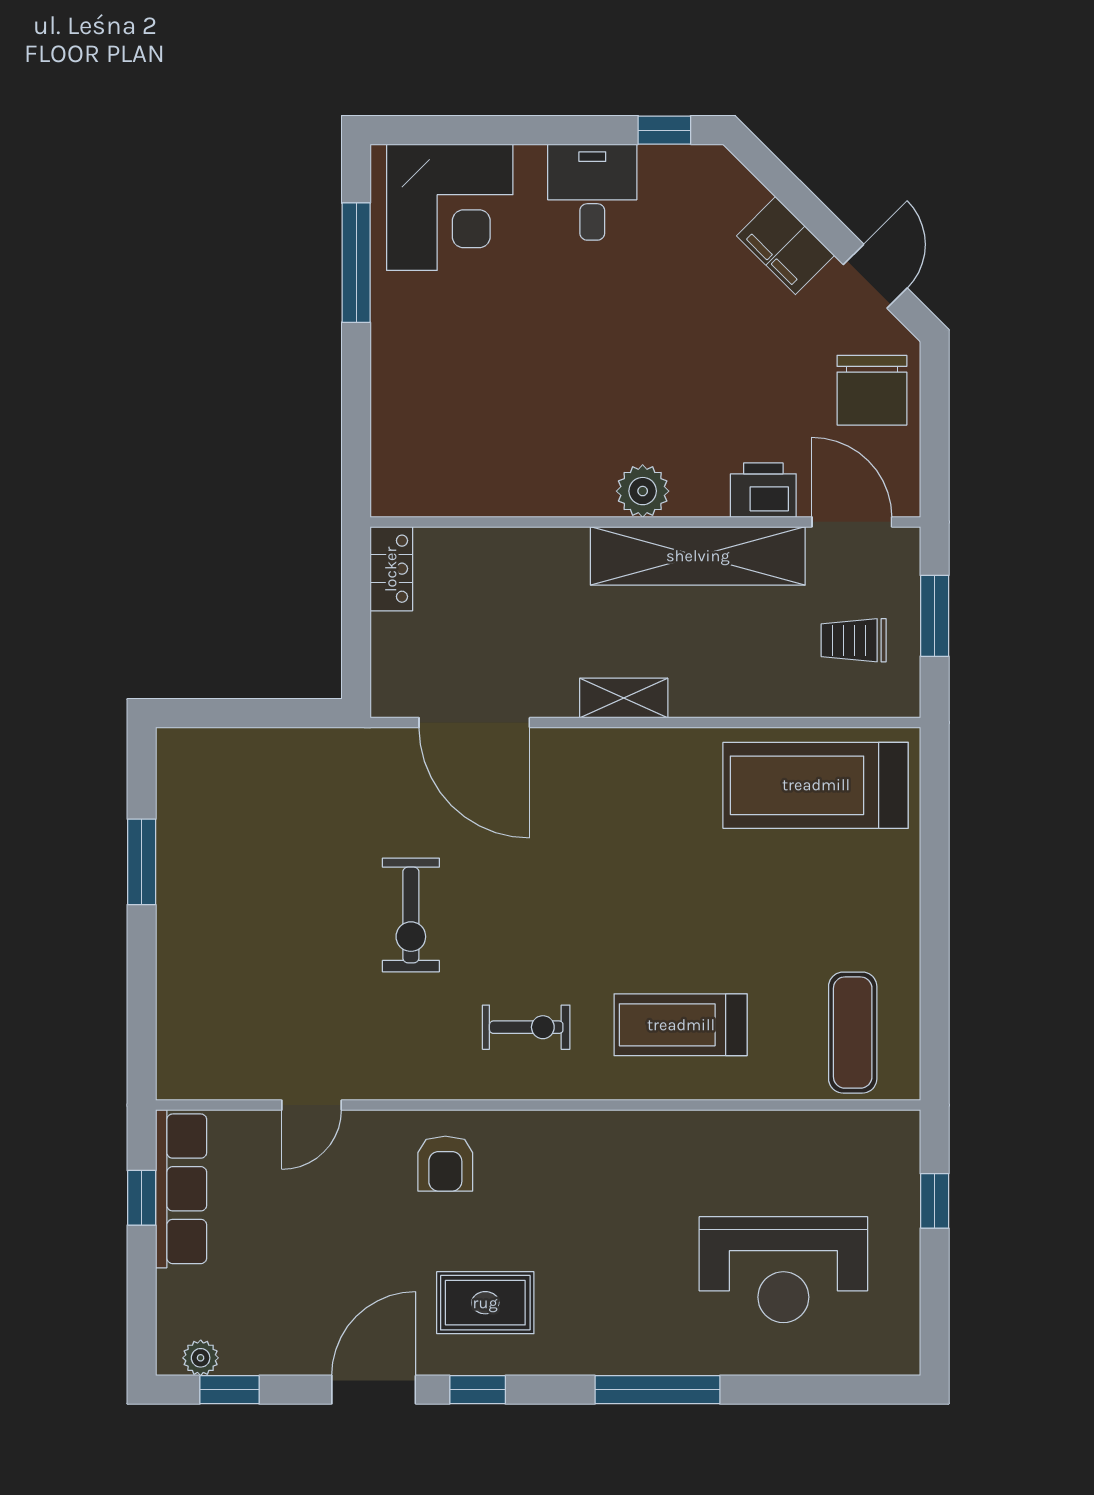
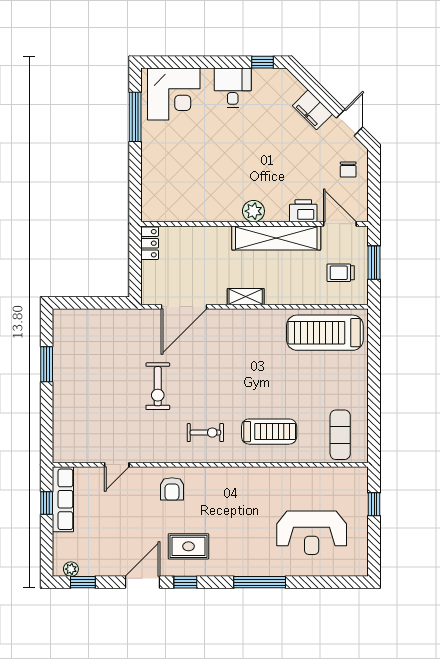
chair: (872, 390) -> (348, 170), width x0.54, depth x0.54
door: (474, 723) -> (184, 307), hinge flipped
treadmill: (681, 1025) -> (269, 432), turned 180

